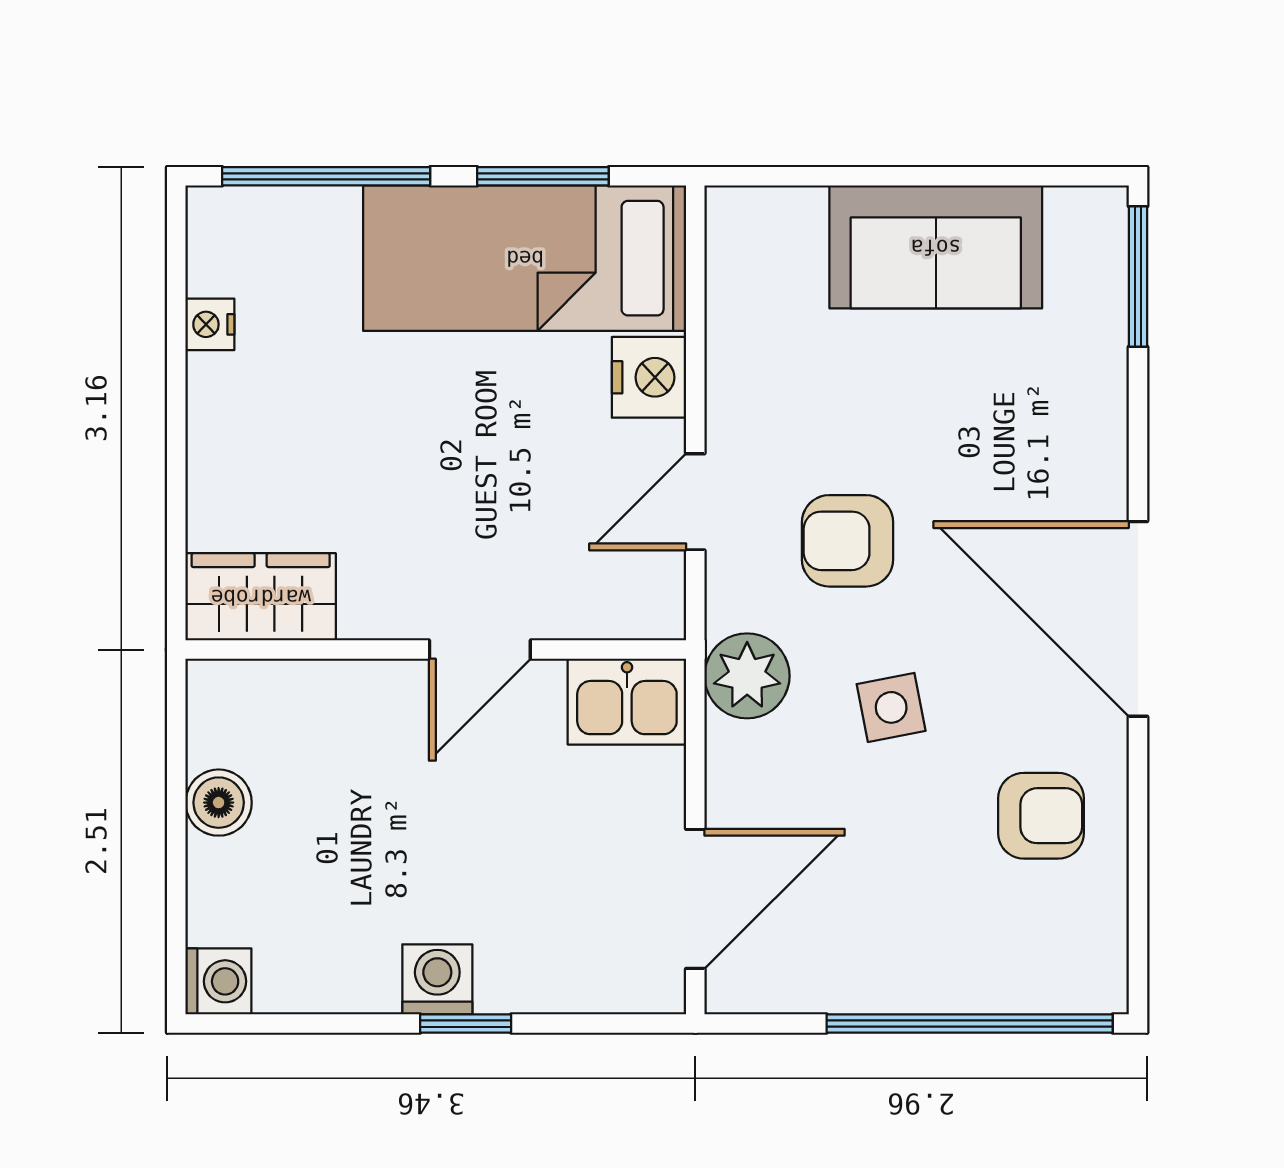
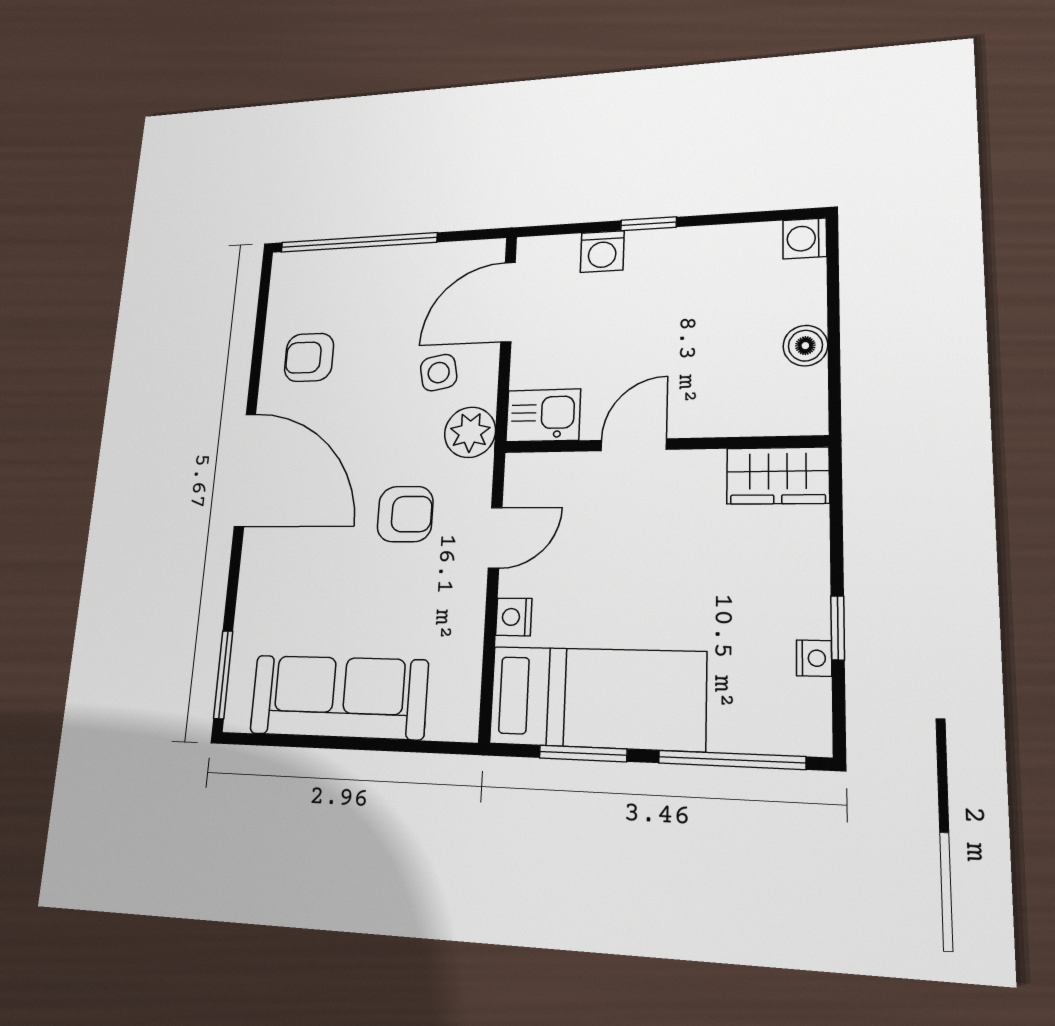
sofa: (936, 247) -> (339, 697), width x1.36
window: (176, 369) -> (838, 628), added
nightstand: (649, 377) -> (514, 617), width x0.72, depth x0.74
side table: (891, 707) -> (439, 373), moved
washing machine: (437, 979) -> (602, 252), moved

